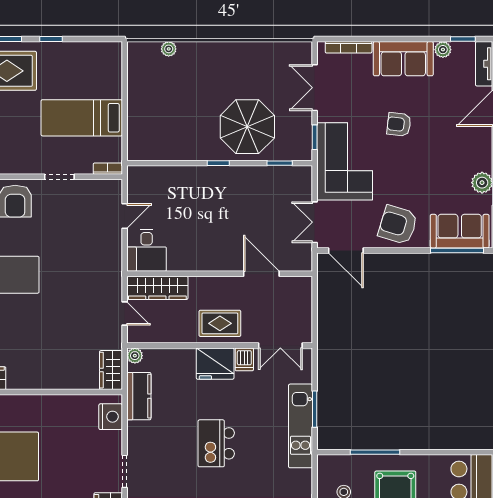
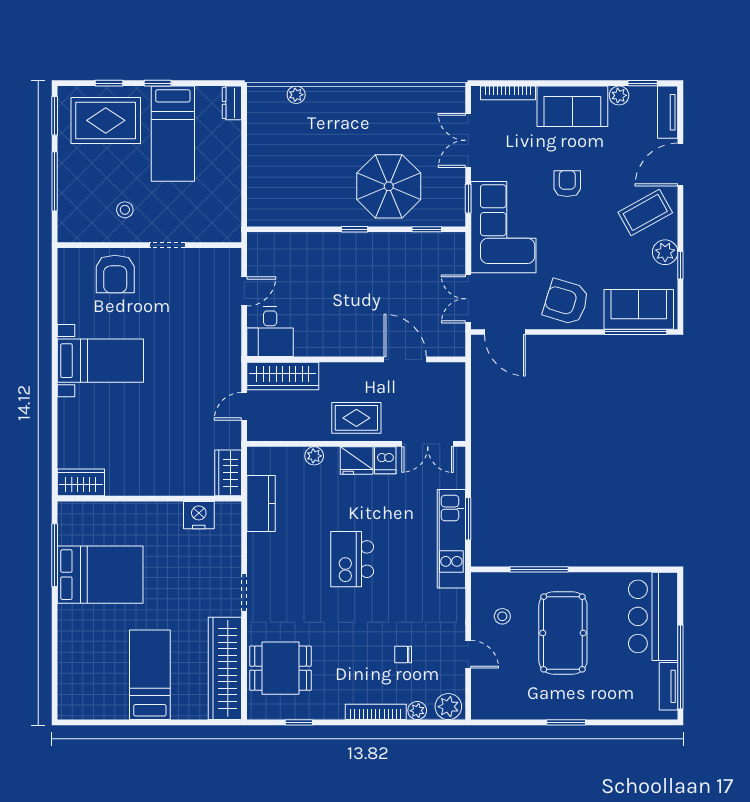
dresser: (114, 56) -> (232, 103), added
bed: (82, 118) -> (173, 134), moved, turned -90
armchair: (399, 124) -> (567, 184), turned 83
stool: (23, 147) -> (125, 210), added
coffee table: (465, 149) -> (645, 212), added
bookcase: (108, 169) -> (224, 236), removed
door: (125, 314) -> (244, 406), swing flipped
plant: (135, 356) -> (314, 456), moved
fridge: (215, 364) -> (357, 461), width x0.73, depth x0.75
nightstand: (111, 417) -> (199, 515), moved, turned -90

